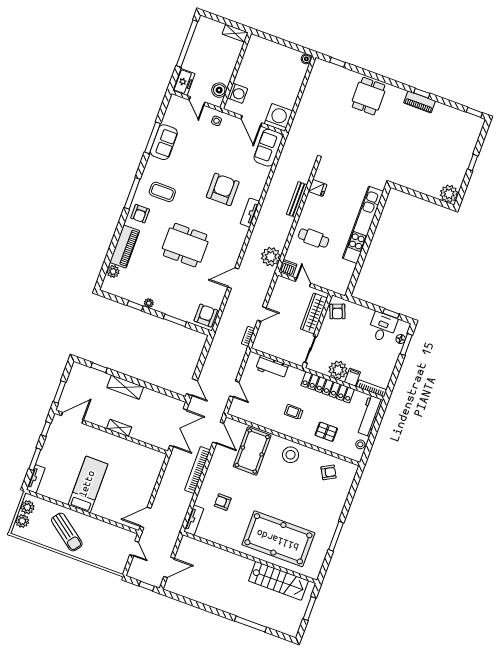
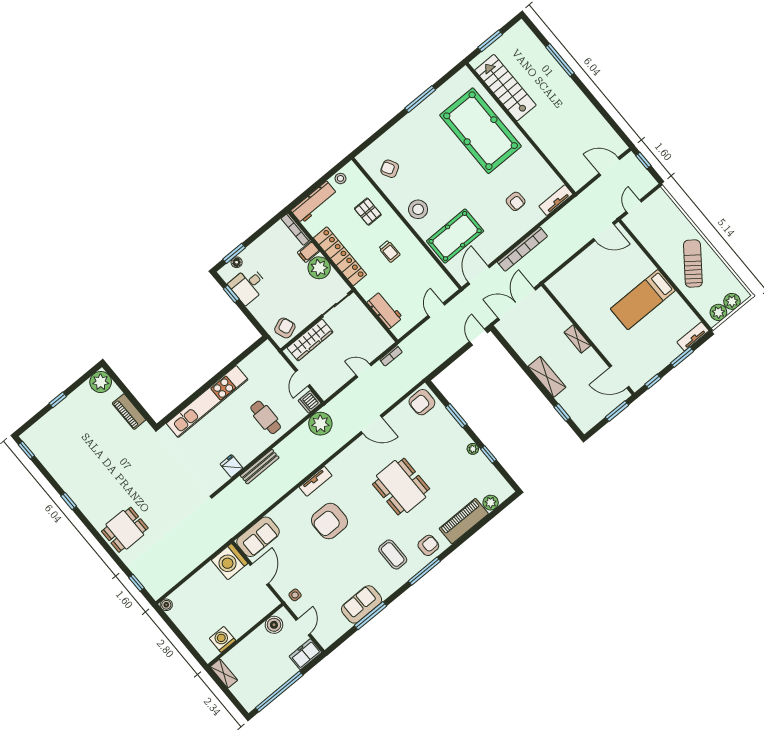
washing machine: (238, 93) -> (222, 639), moved
piano: (420, 102) -> (129, 412), moved, turned 180

